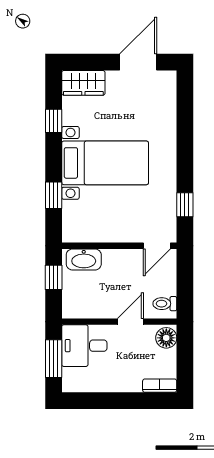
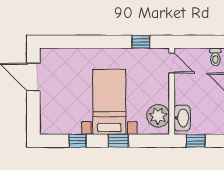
wardrobe: (83, 83) -> (49, 118), removed
window: (54, 195) -> (118, 141), moved
plant: (86, 228) -> (158, 116), added

